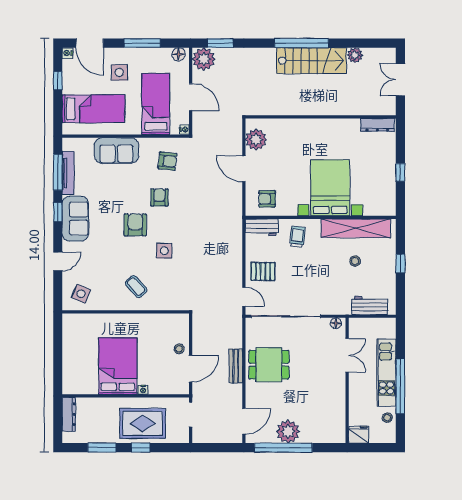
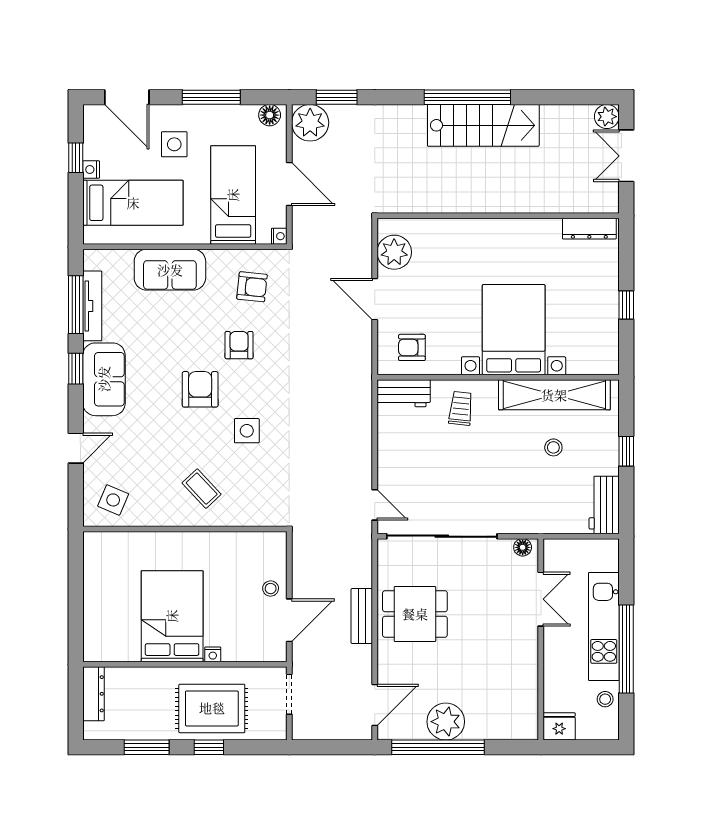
nightstand: (67, 53) -> (91, 169), moved
plant: (355, 55) -> (607, 117), moved
pallet: (263, 272) -> (405, 464), removed
workbench: (370, 305) -> (604, 505), moved, turned -90

